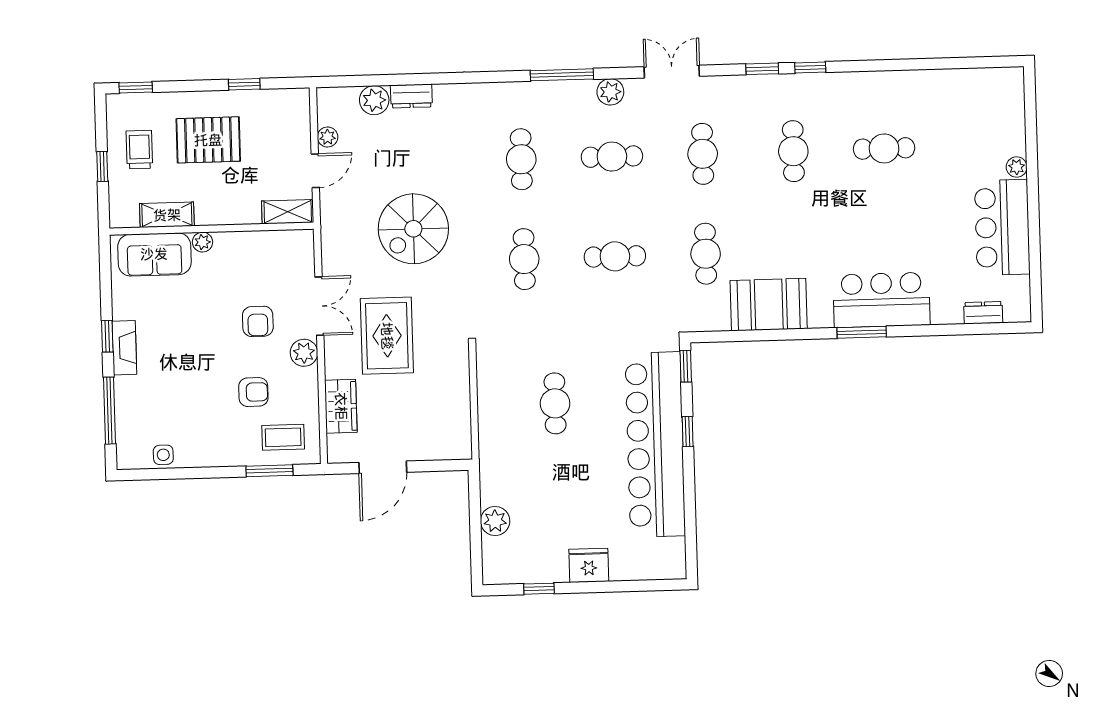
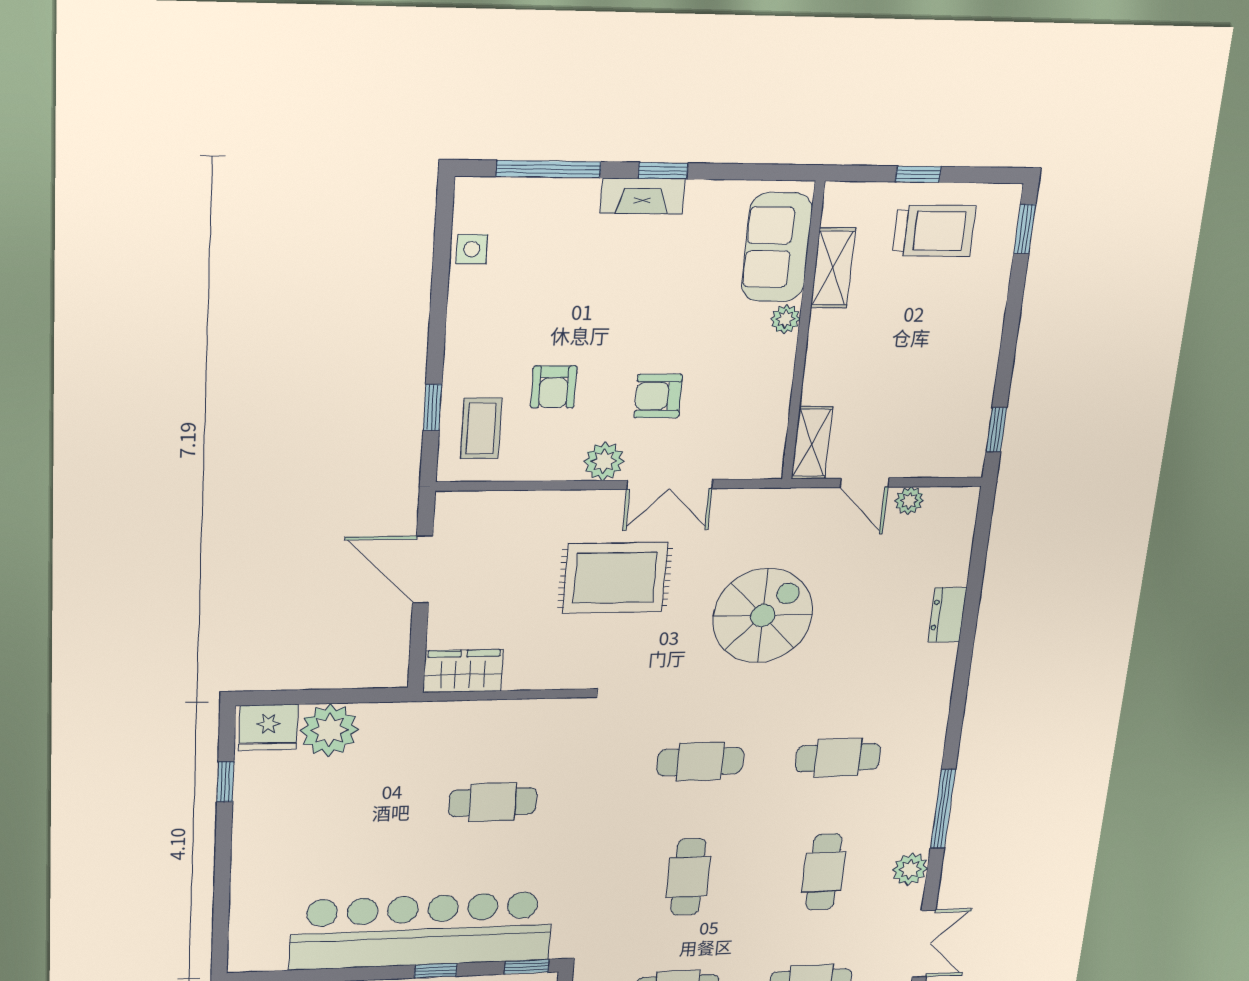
window: (244, 84) -> (996, 430), moved
plant: (374, 100) -> (950, 565), removed
pallet: (208, 140) -> (932, 332), removed
trolley: (139, 150) -> (934, 231), width x1.36, depth x1.39
spiral stairs: (413, 229) -> (763, 616), turned 90
wardrobe: (341, 406) -> (463, 671), moved, turned 180
window: (269, 471) -> (432, 407), width x0.67
plant: (495, 521) -> (329, 730), width x1.36, depth x1.36
fridge: (589, 565) -> (268, 727), moved, turned 90

